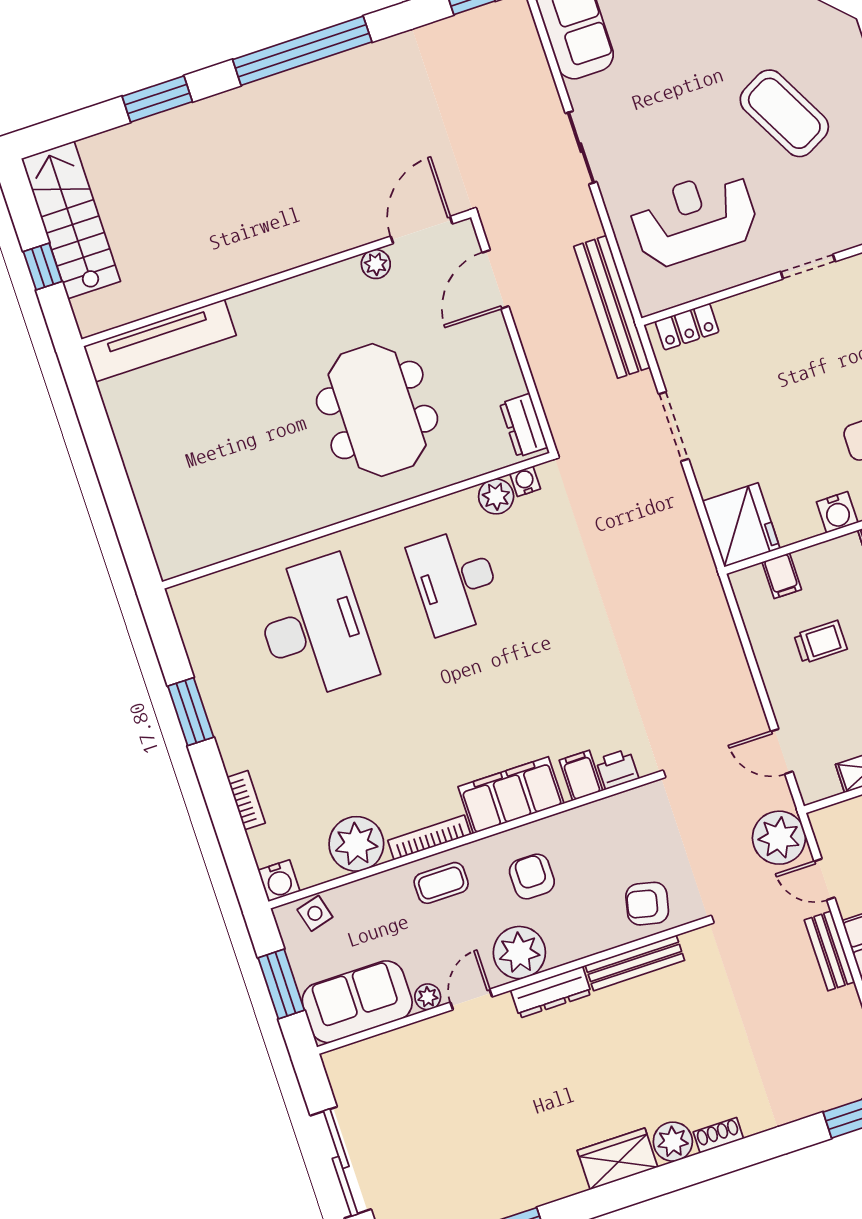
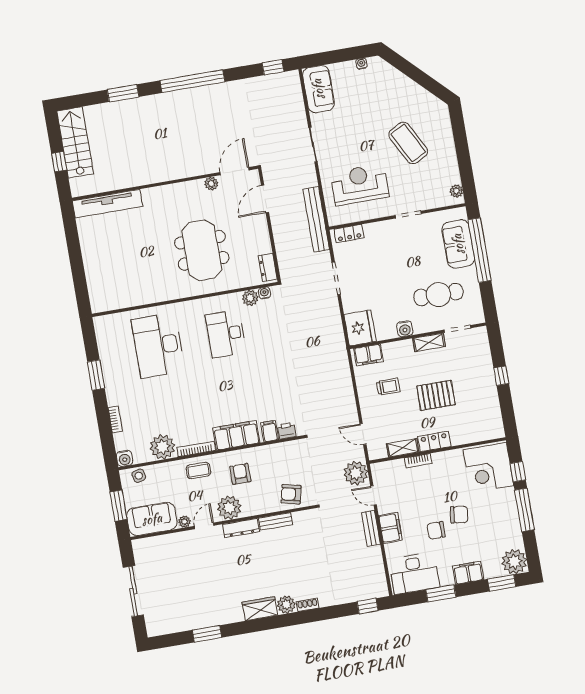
filing cabinet: (782, 576) -> (368, 355), width x2.00
desk: (314, 628) -> (158, 345), turned 180
bench: (635, 963) -> (276, 521), width x0.73

